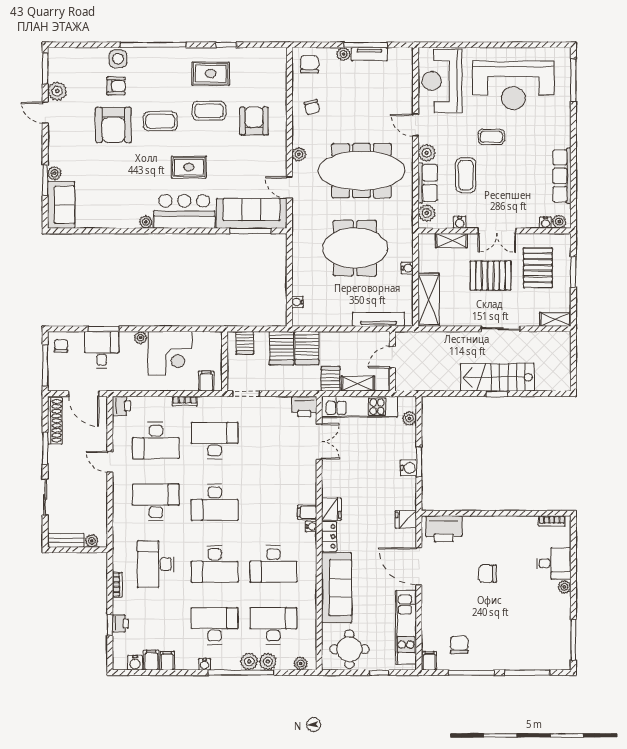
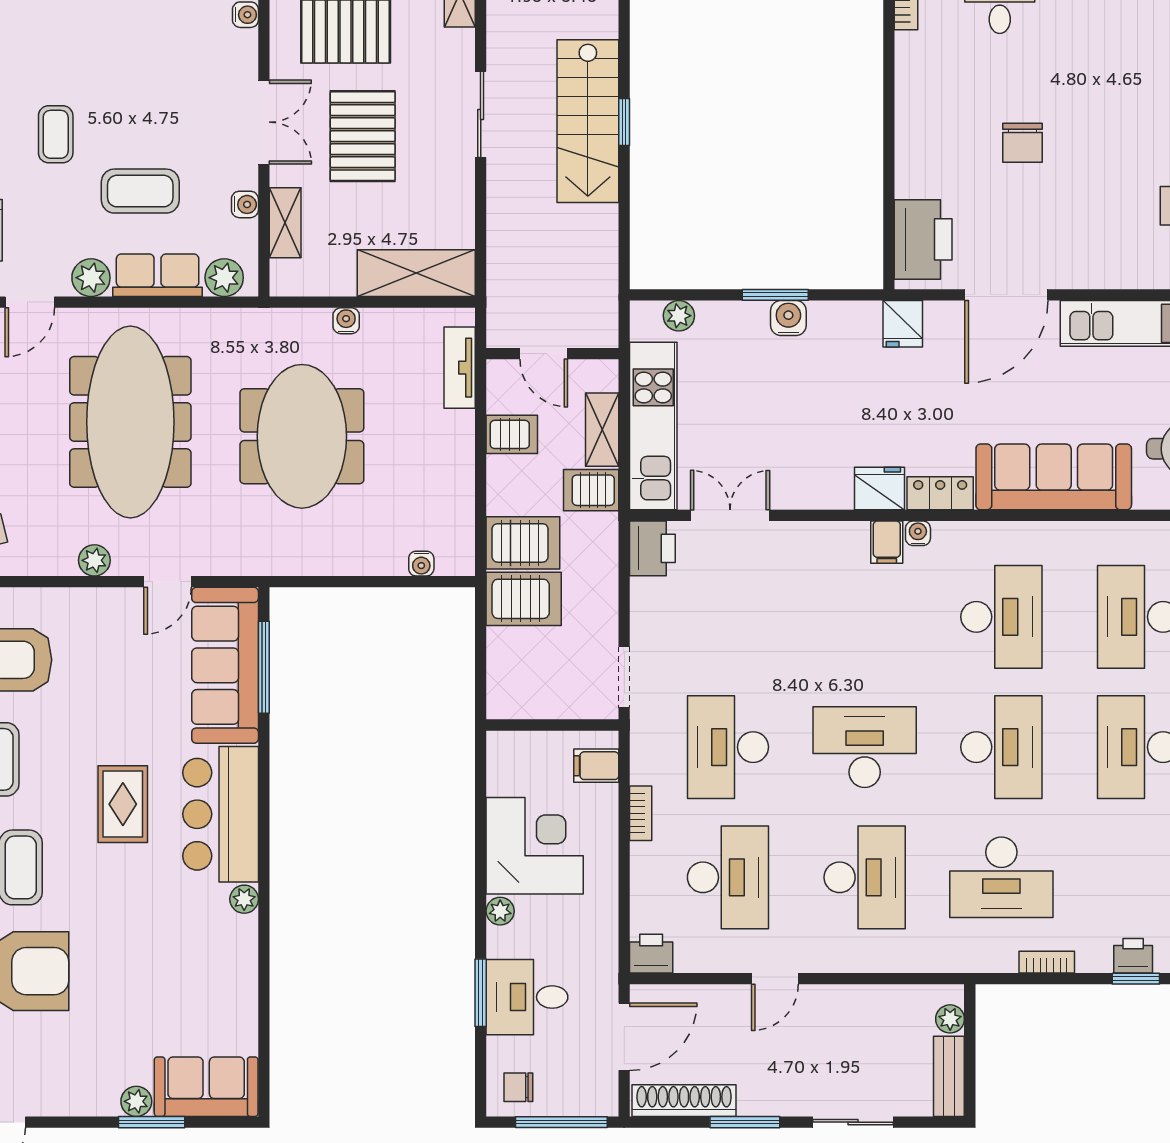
tv unit: (378, 319) -> (460, 368), width x0.71
server rack: (245, 343) -> (512, 434), moved
desk: (156, 502) -> (865, 877), turned 180
desk: (215, 502) -> (865, 747), turned -90

